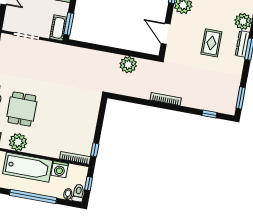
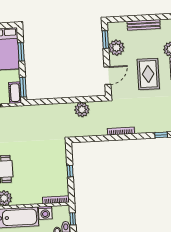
door: (166, 34) -> (107, 76), swing flipped
rug: (211, 43) -> (148, 74), width x1.36, depth x1.43
window: (95, 150) -> (70, 171), moved

